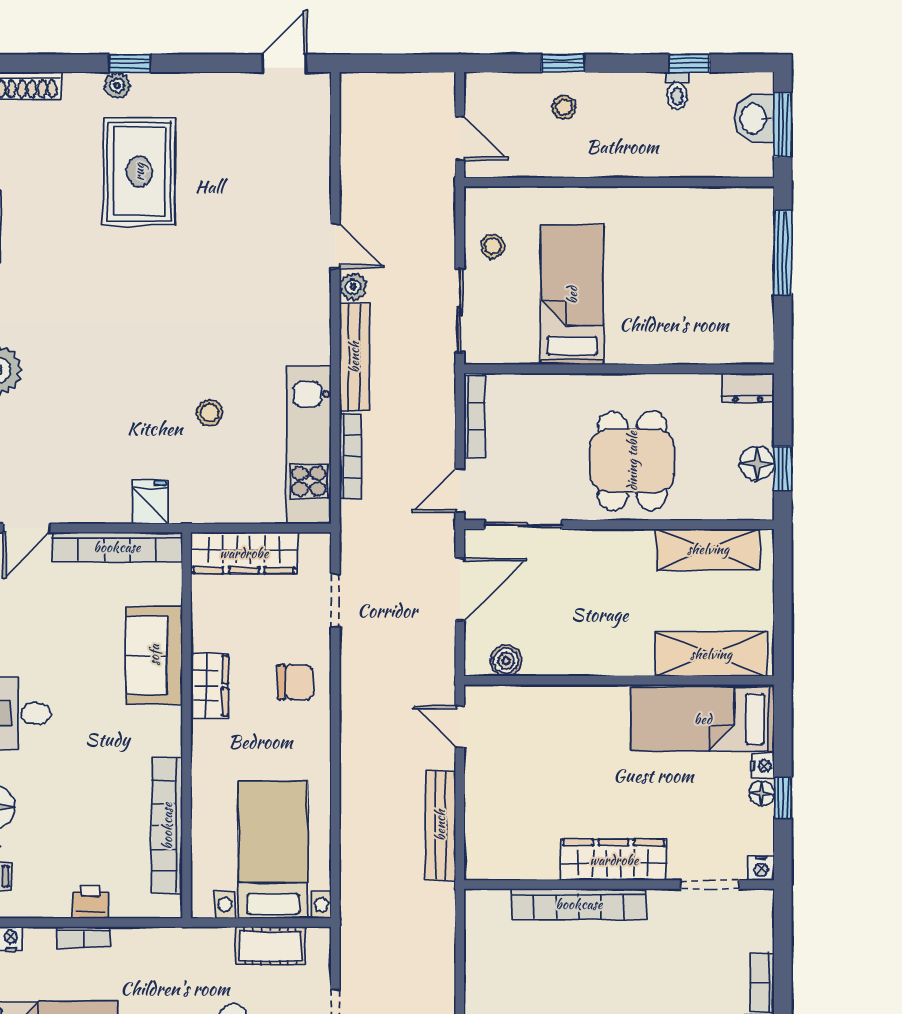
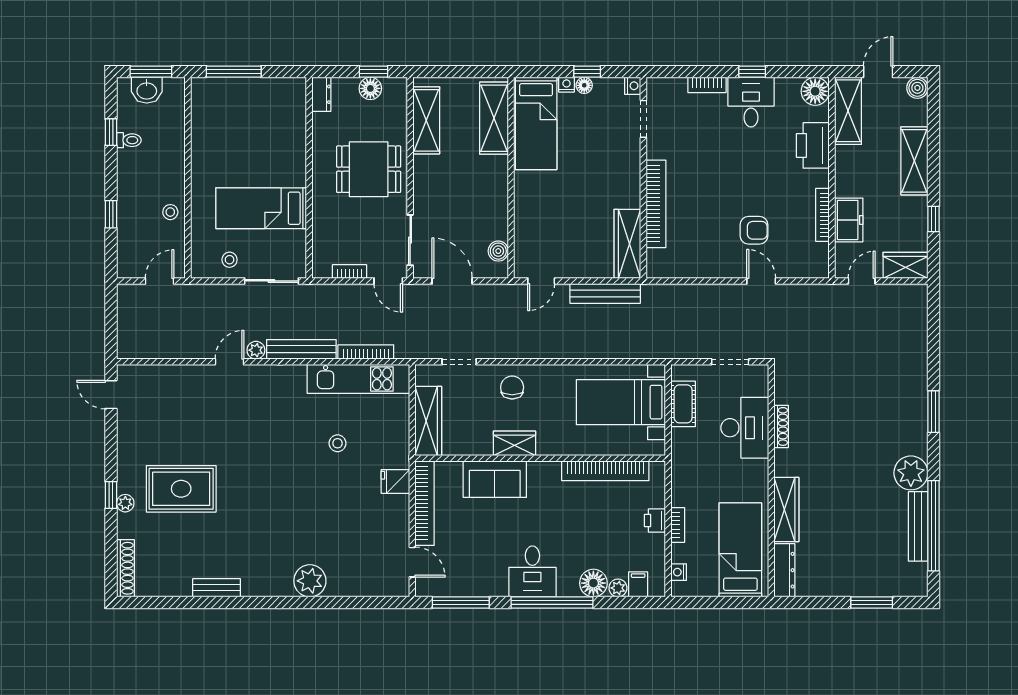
stool: (564, 107) -> (170, 212), moved
bookcase: (475, 416) -> (350, 271), width x0.64
wardrobe: (614, 860) -> (627, 244), moved

